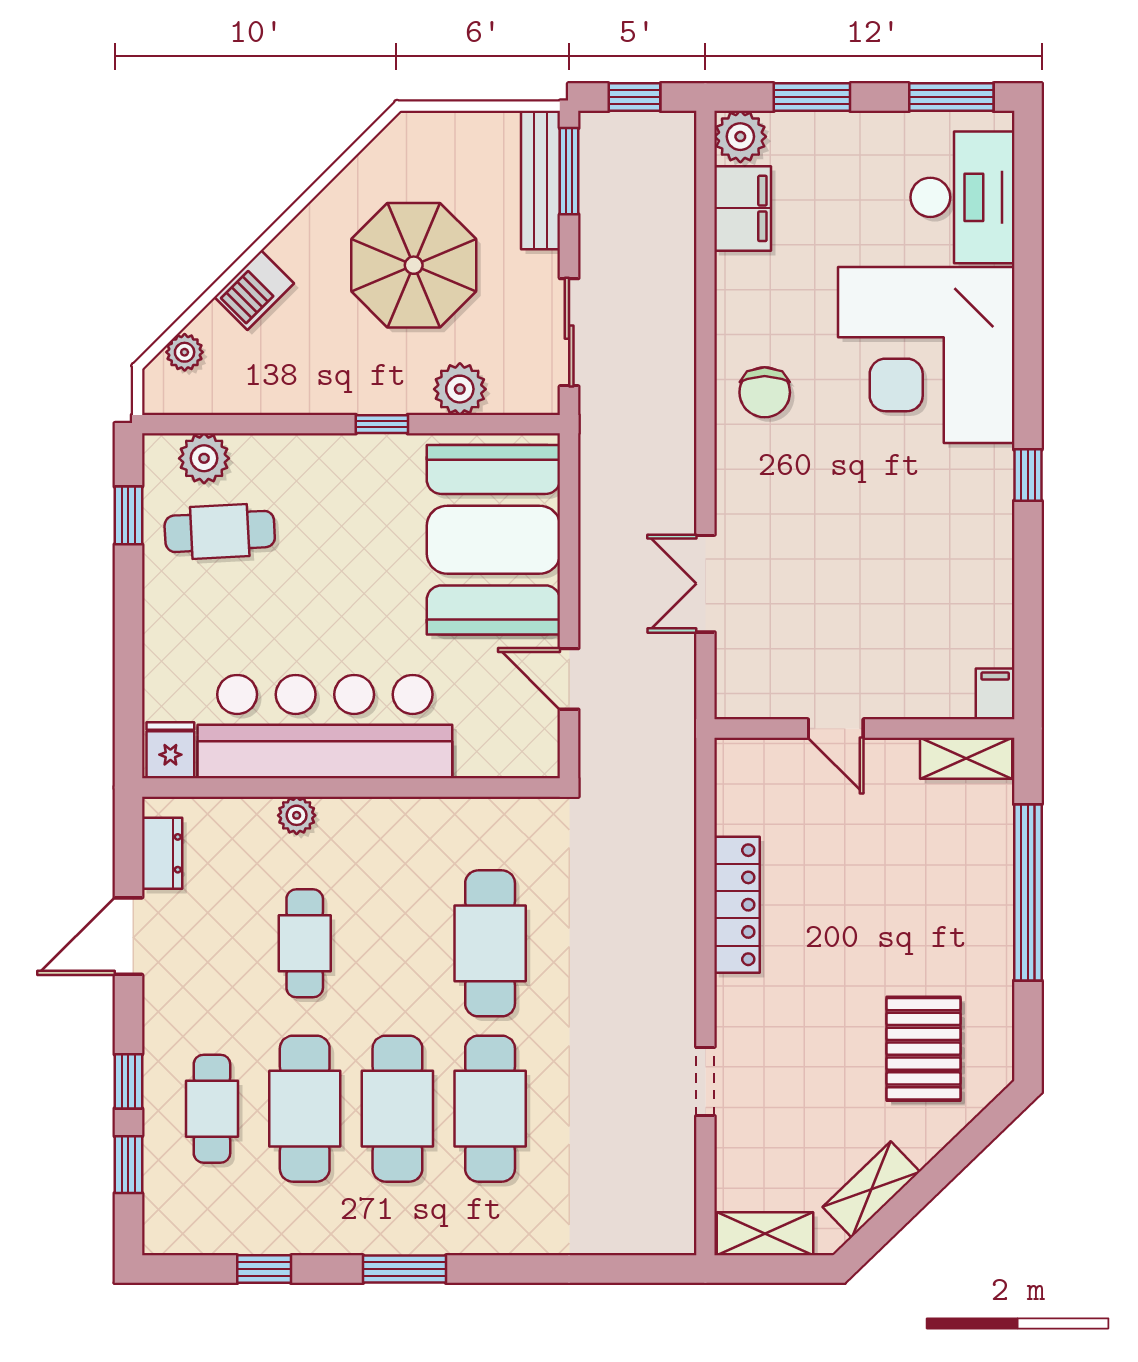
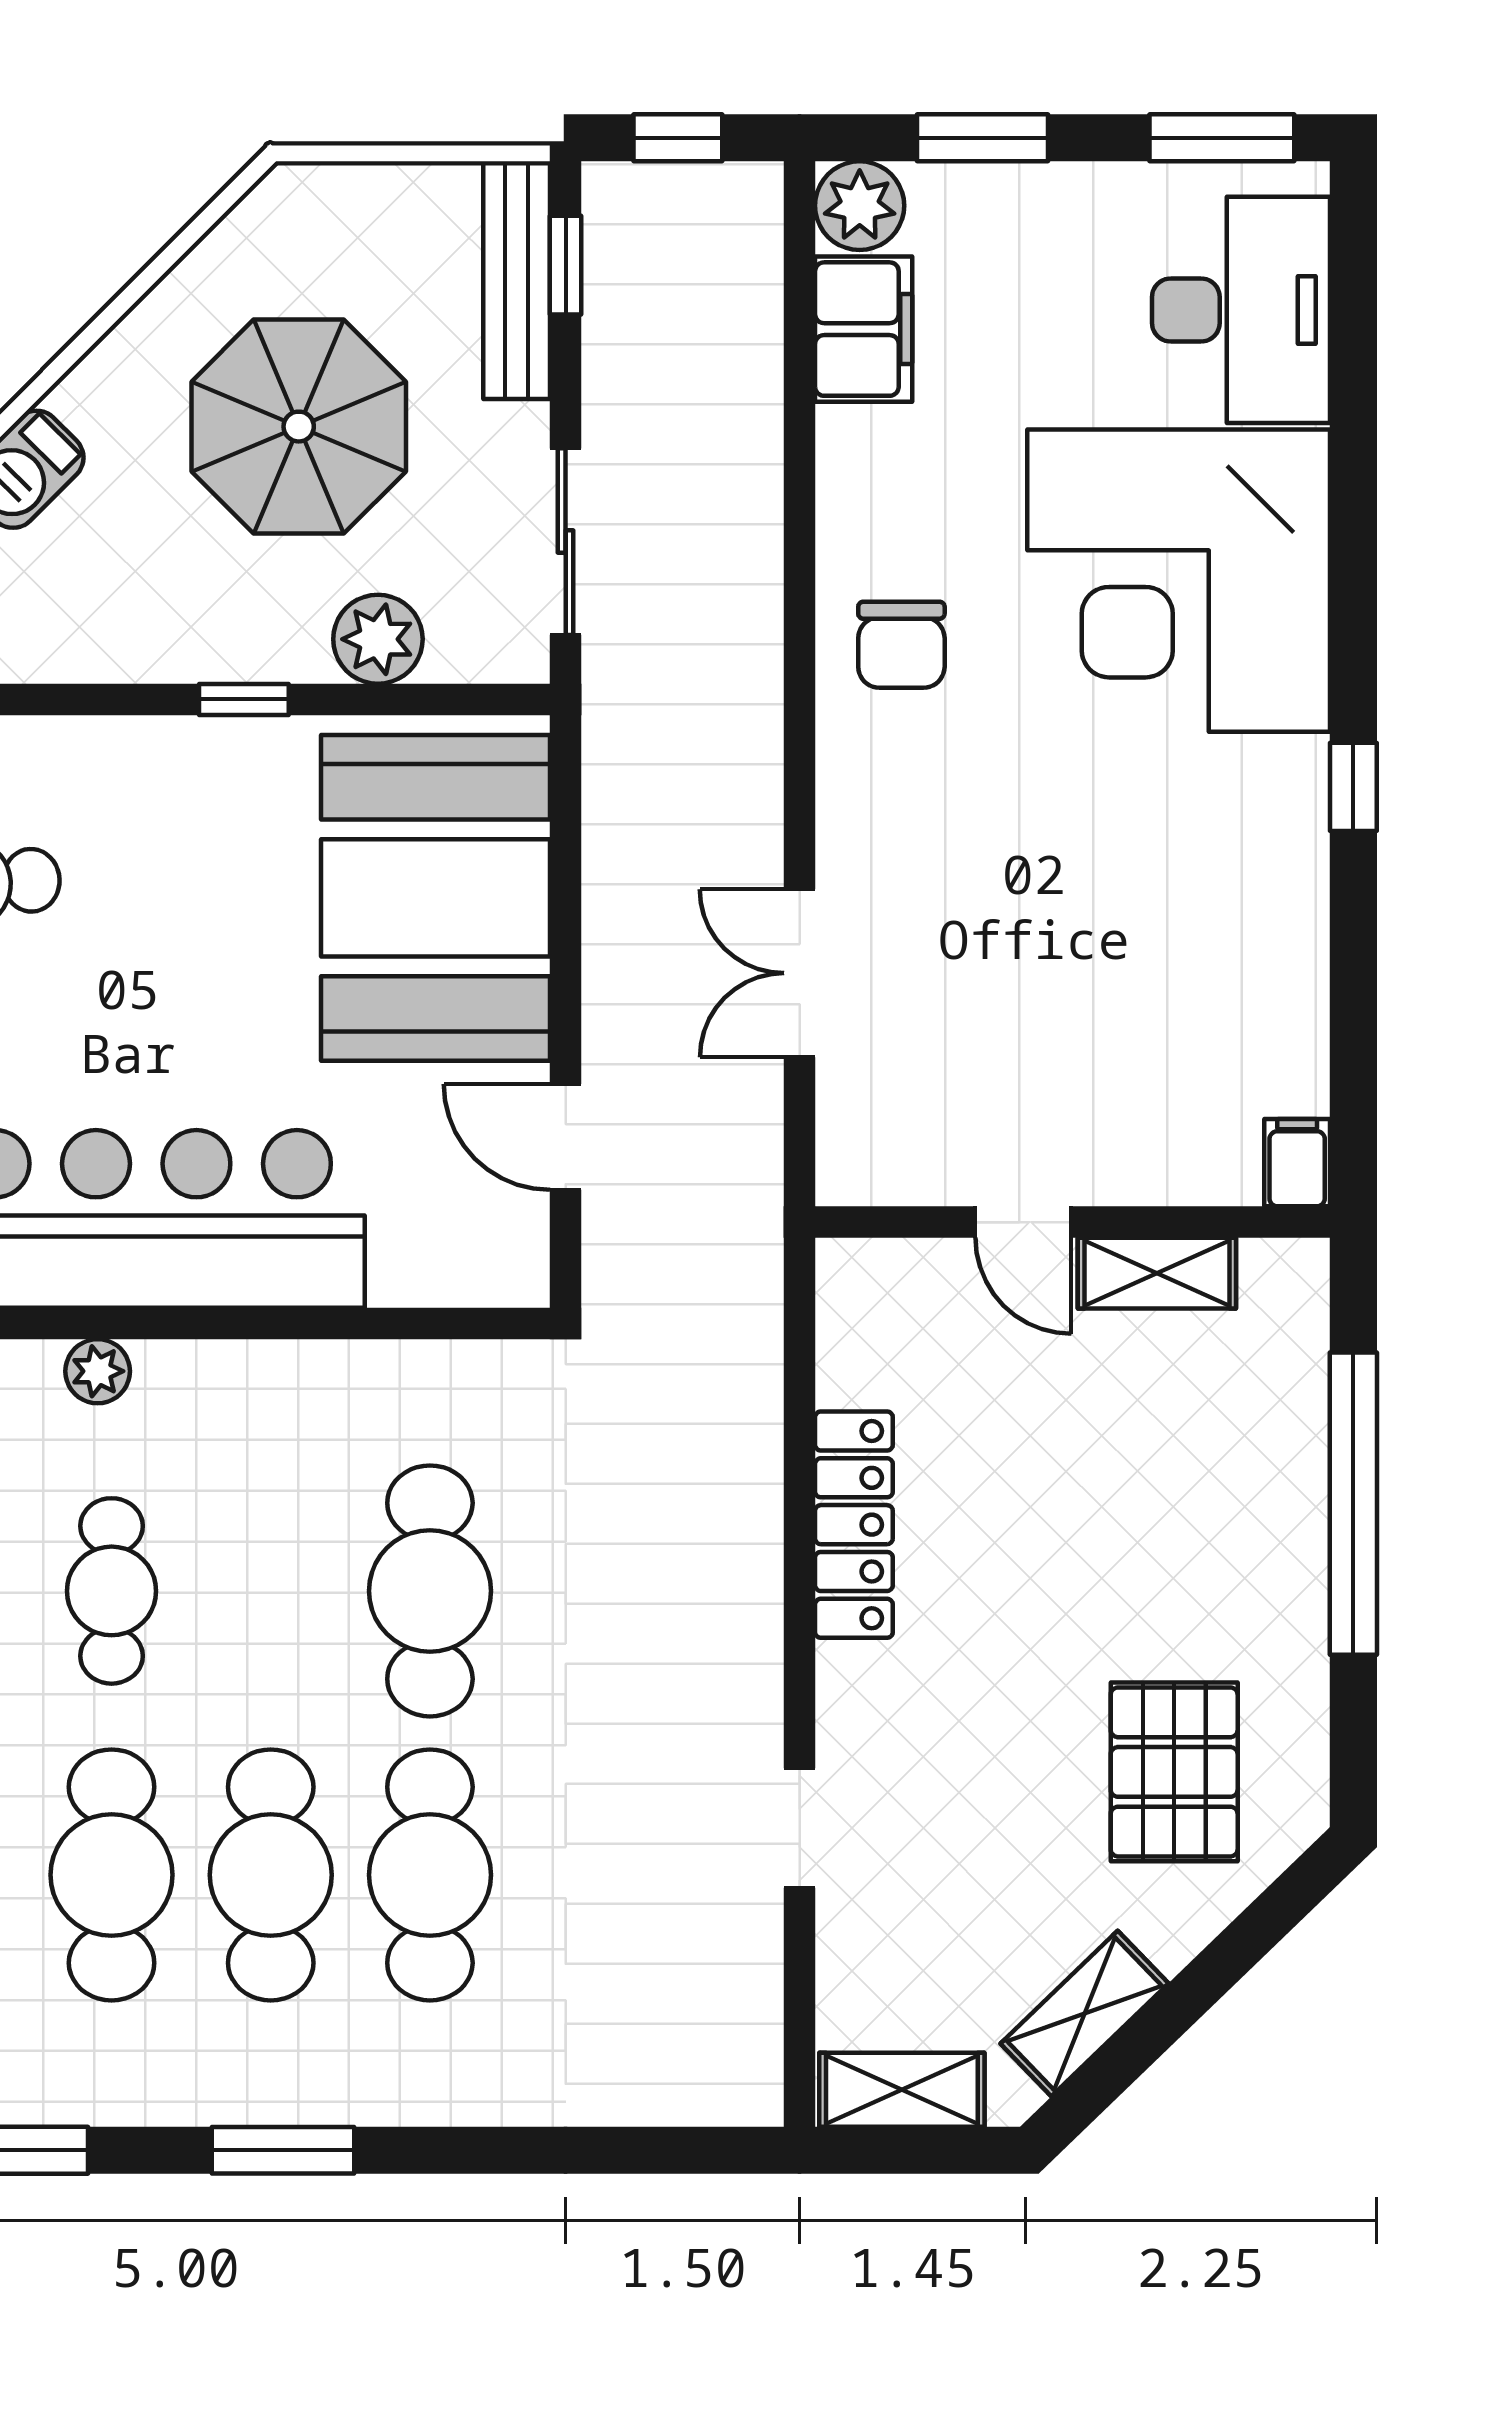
window: (569, 171) -> (566, 265), width x0.67
shelving: (966, 758) -> (1157, 1273), moved

